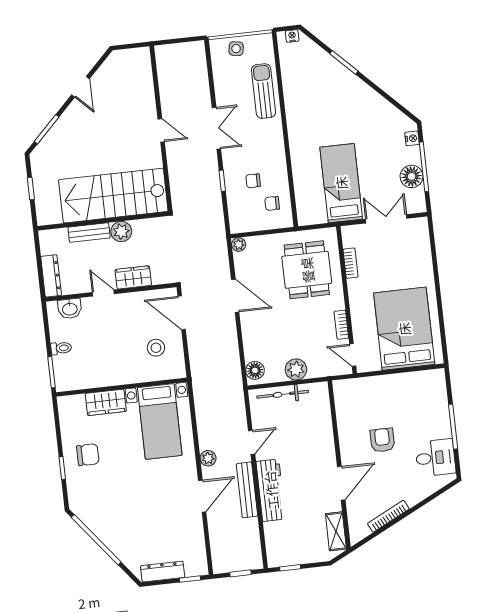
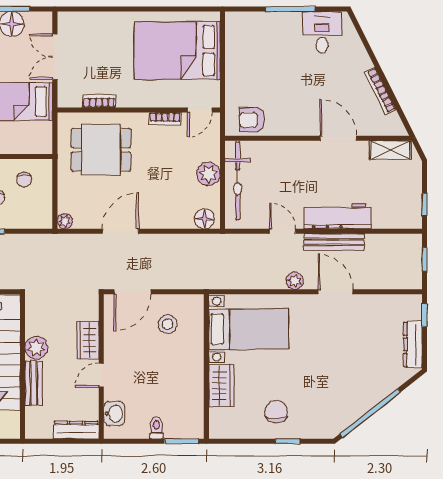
bicycle: (283, 394) -> (238, 181), width x1.37, depth x1.40
armchair: (382, 440) -> (252, 120), moved

